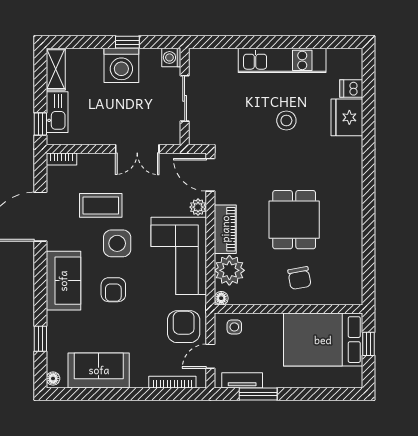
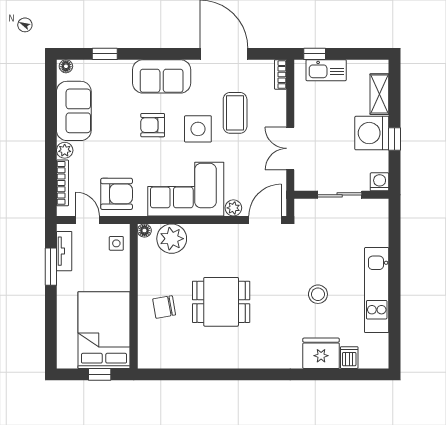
shelving: (56, 69) -> (379, 94), moved, turned 90
piano: (225, 229) -> (212, 234), removed
plant: (139, 380) -> (65, 150), added

